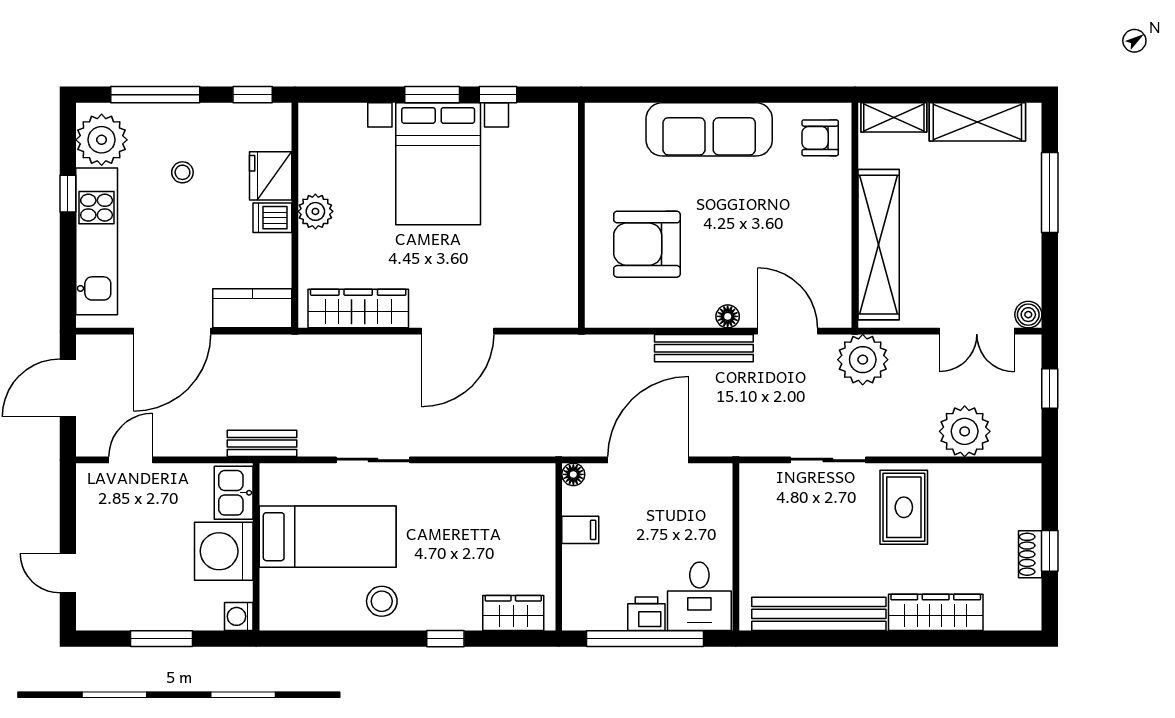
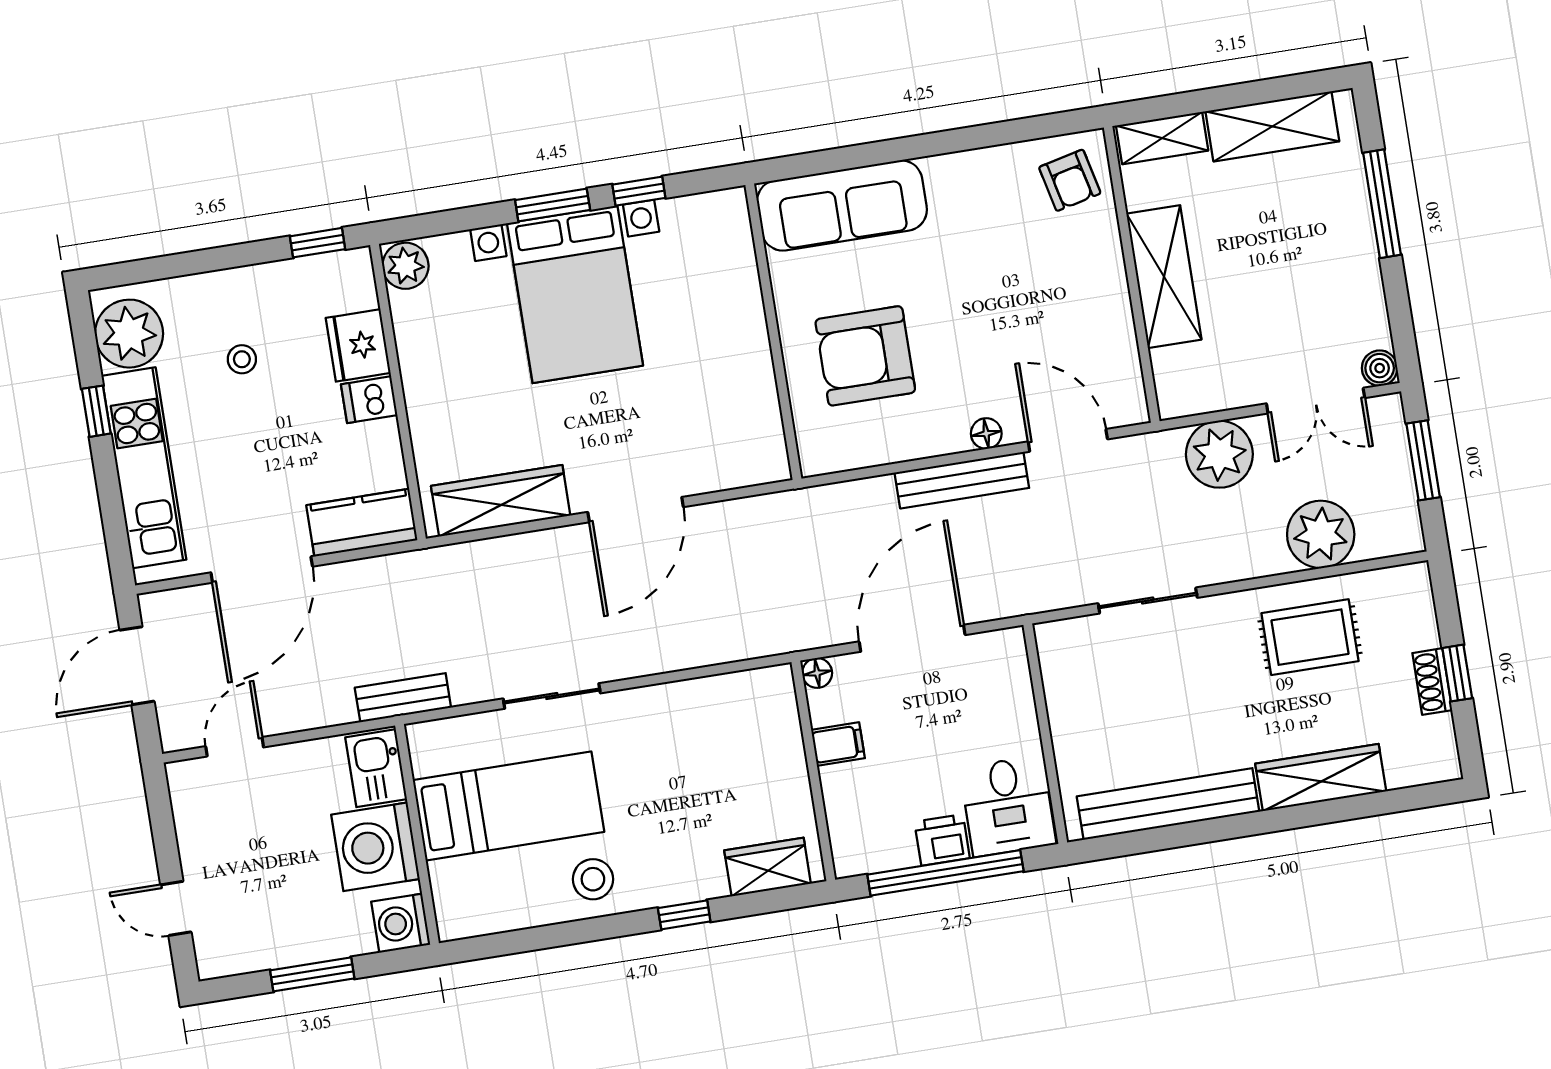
window: (155, 95) -> (190, 263), removed
sofa: (709, 129) -> (842, 205), moved
armchair: (820, 138) -> (1070, 180), turned -103
plant: (315, 211) -> (405, 266), moved
shelving: (879, 245) -> (1164, 277), width x0.68
plant: (863, 360) -> (1219, 454), moved
window: (1050, 388) -> (1423, 460), width x1.50
rug: (904, 507) -> (1310, 637), moved, turned 90
washing machine: (239, 616) -> (401, 923), width x1.38, depth x1.38

